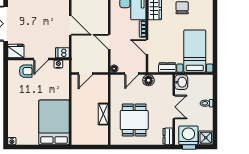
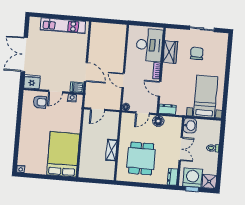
door: (70, 25) -> (86, 72), moved
dresser: (167, 68) -> (167, 109), moved

